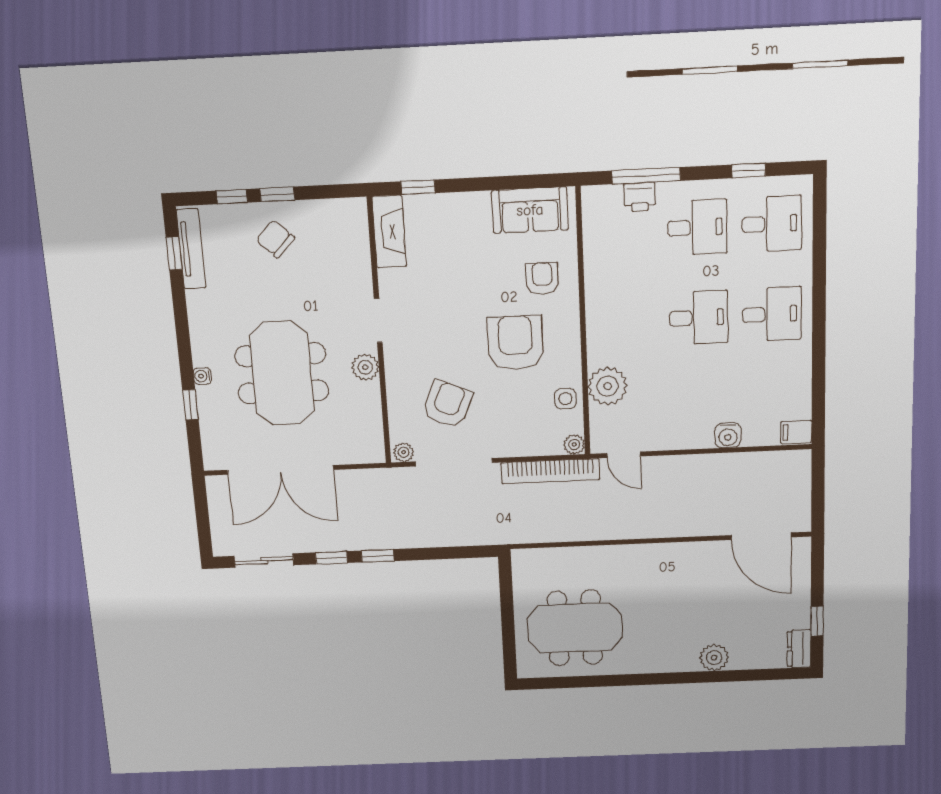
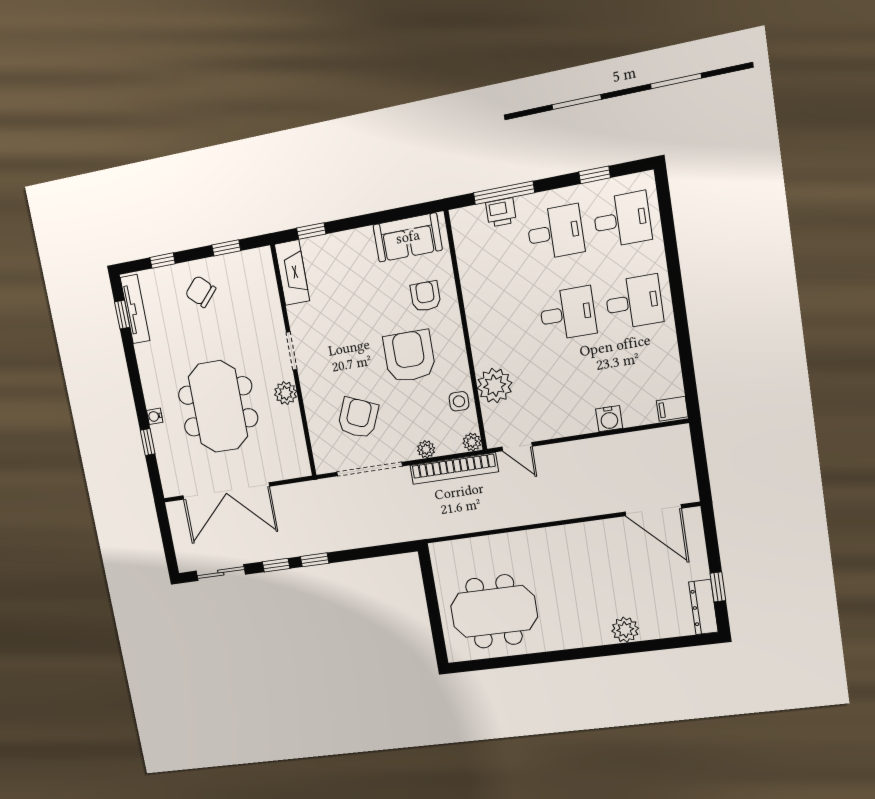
window: (277, 194) -> (226, 248), moved
plant: (404, 452) -> (426, 449), moved
dresser: (799, 649) -> (703, 607), width x1.44

